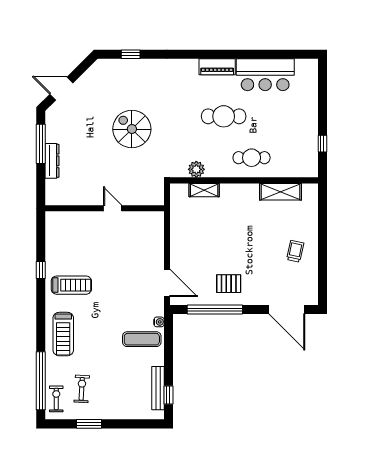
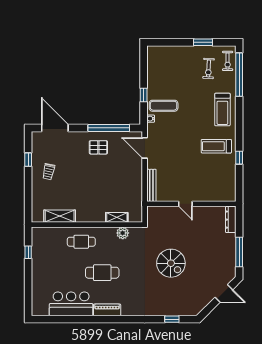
dresser: (52, 161) -> (231, 220), moved
window: (322, 267) -> (28, 160), added
treadmill: (63, 334) -> (222, 110), turned 180
bench: (158, 388) -> (151, 185), moved
window: (168, 395) -> (144, 95), moved

